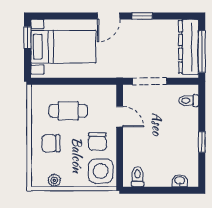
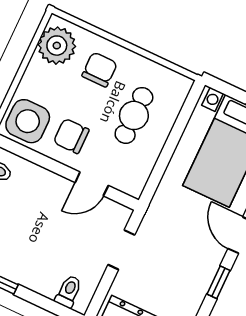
doorway: (150, 81) -> (121, 250), width x0.73
plant: (54, 180) -> (57, 46), width x1.88, depth x1.88

